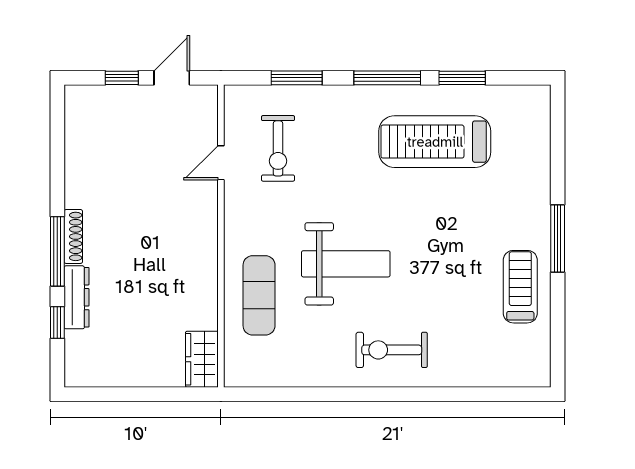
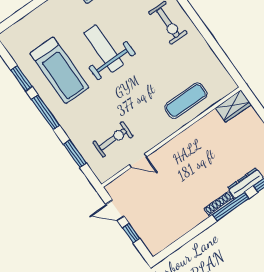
weight bench: (346, 264) -> (104, 49), moved

